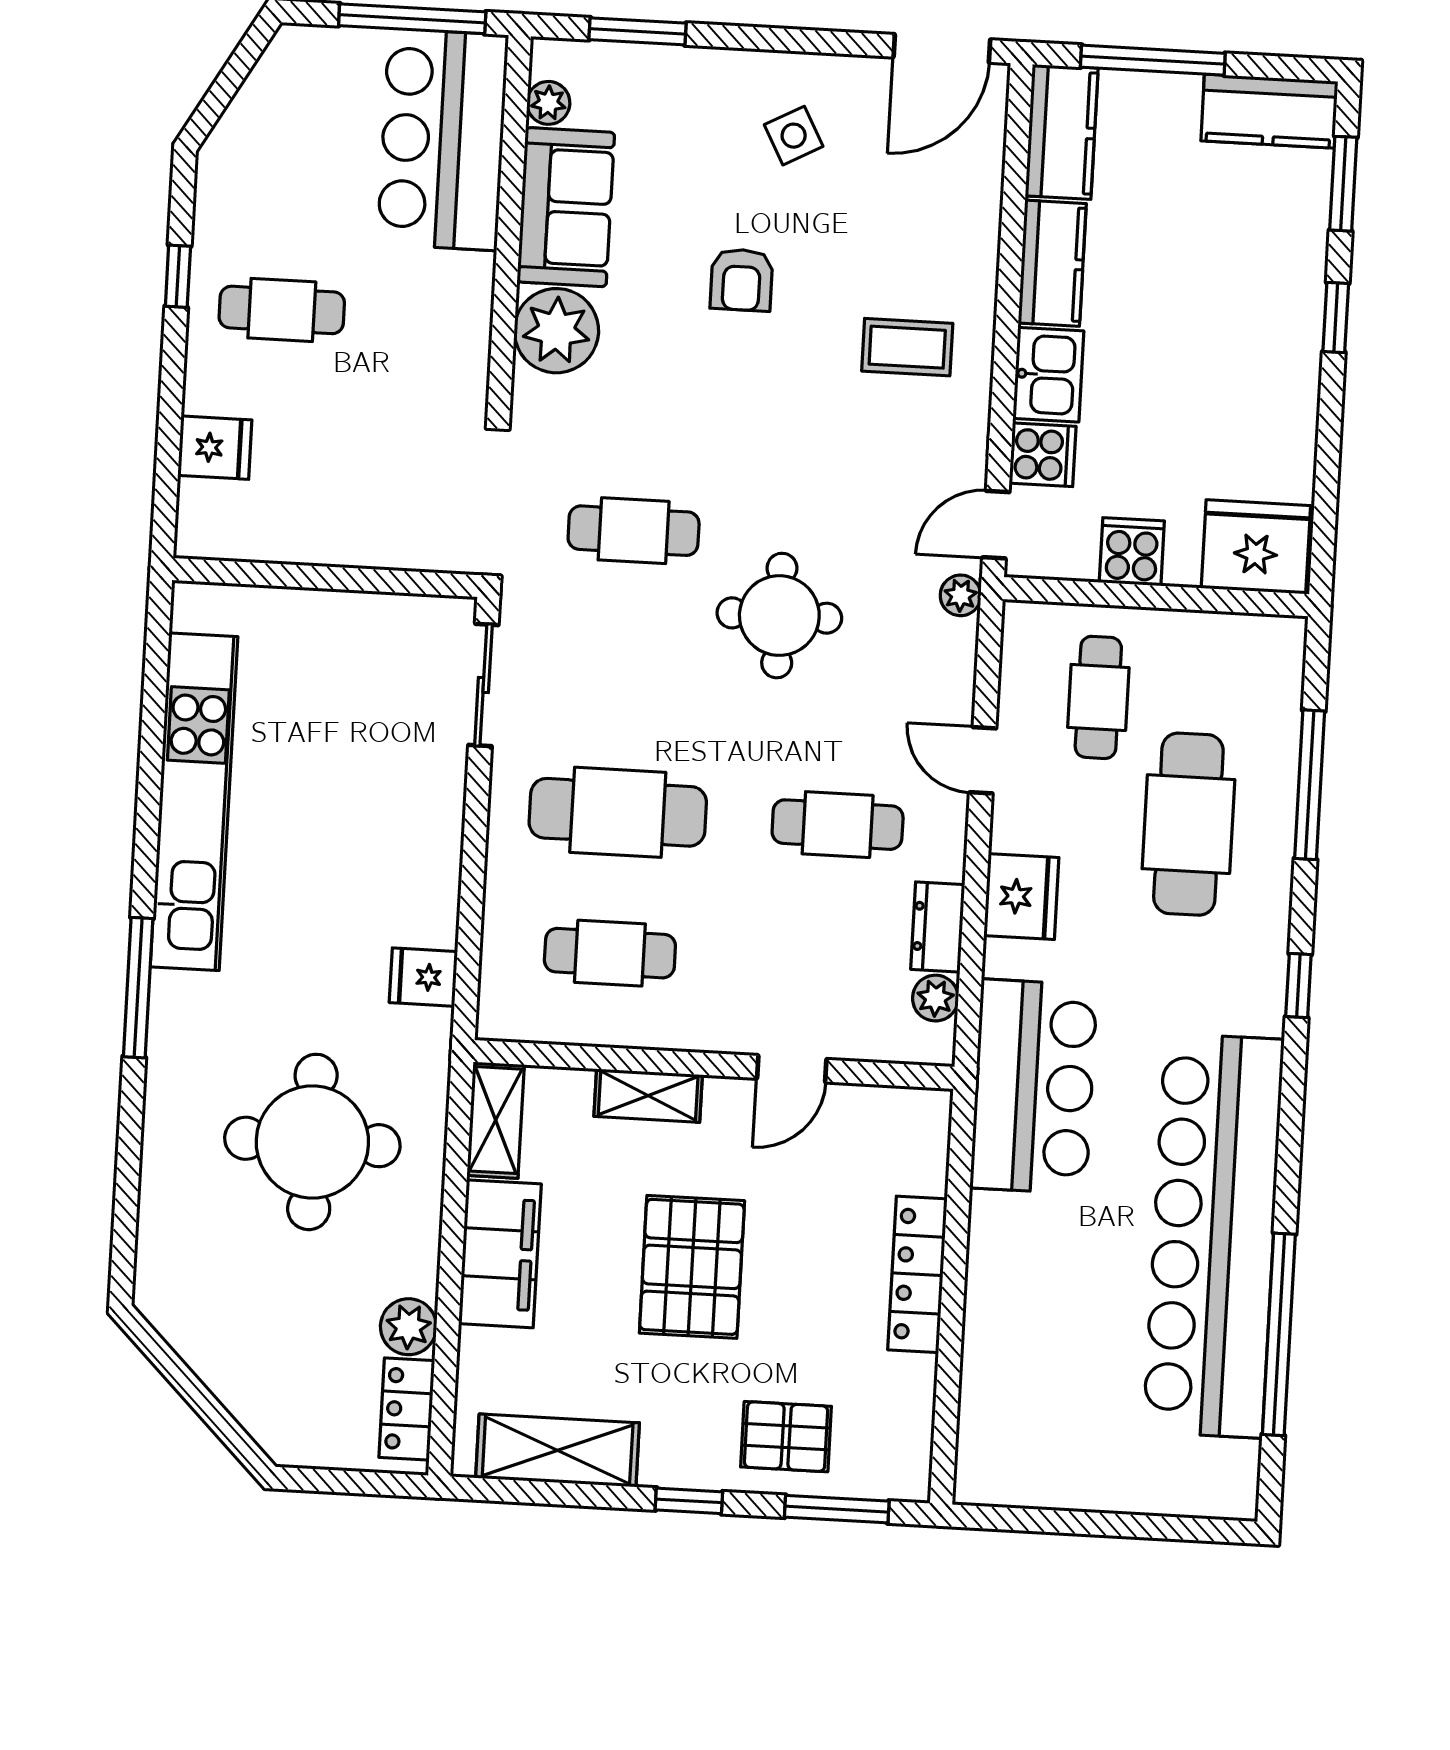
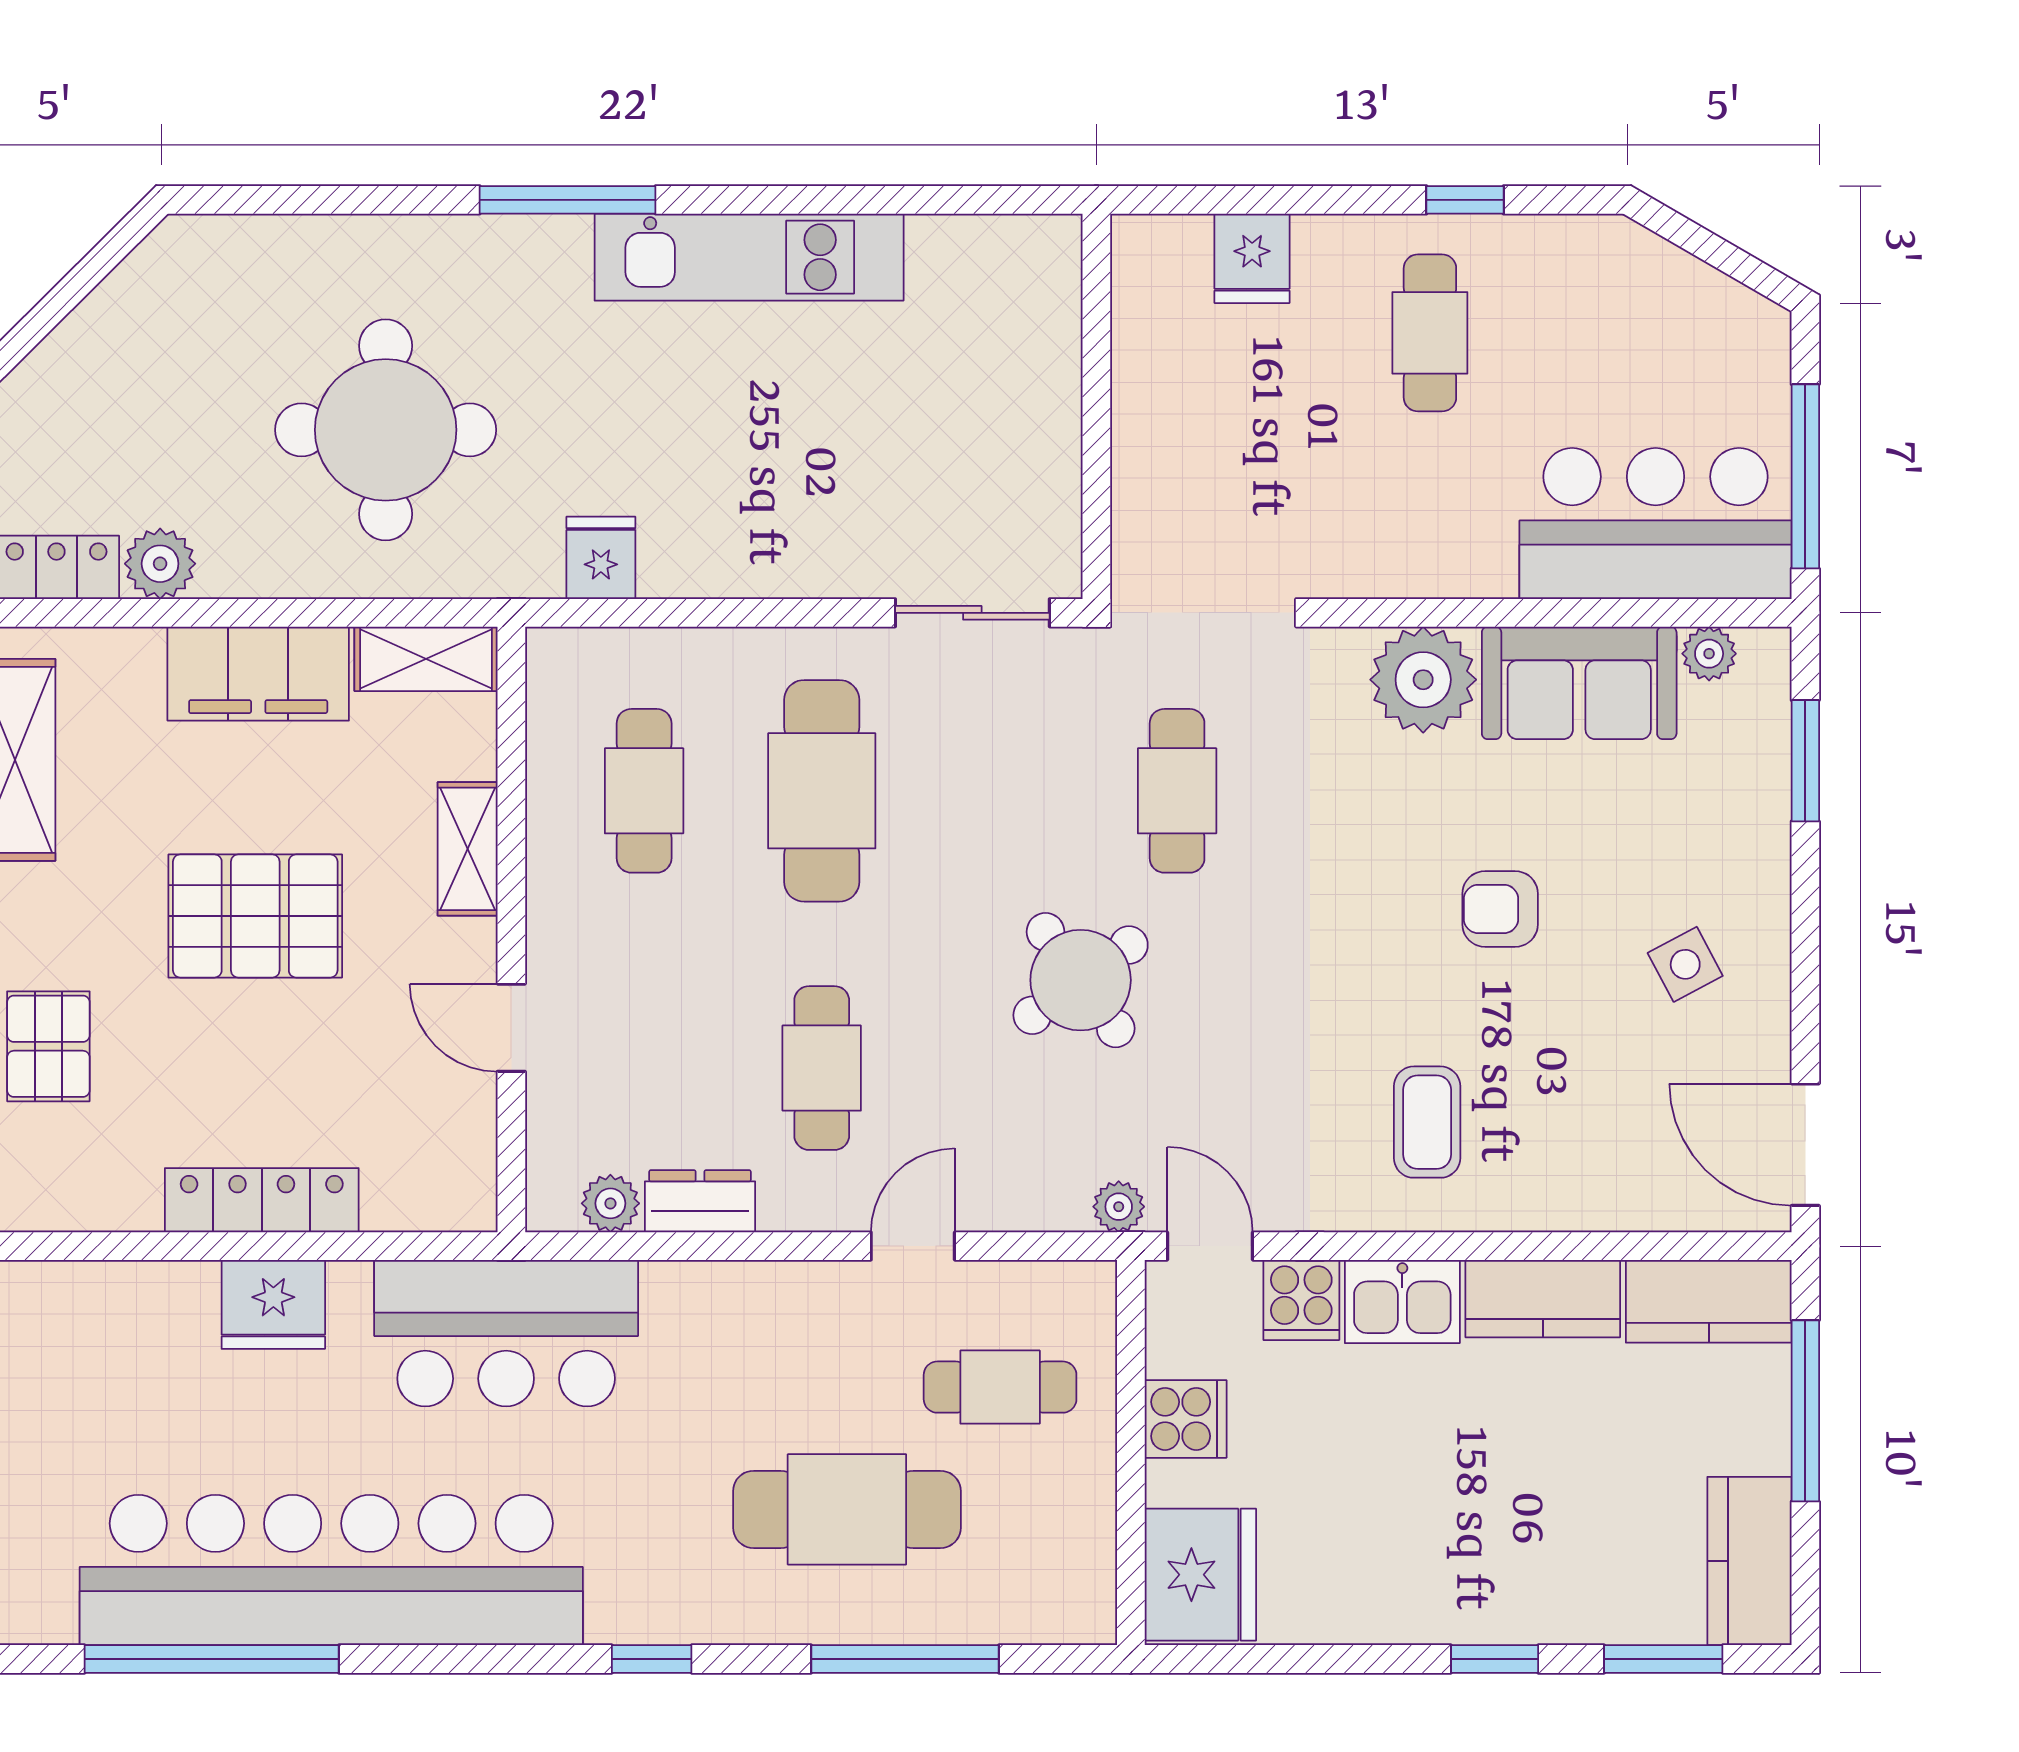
round table: (779, 616) -> (1081, 980), turned -36
kitchen unit: (194, 802) -> (749, 257), width x0.73
fridge: (1021, 897) -> (273, 1304), moved

